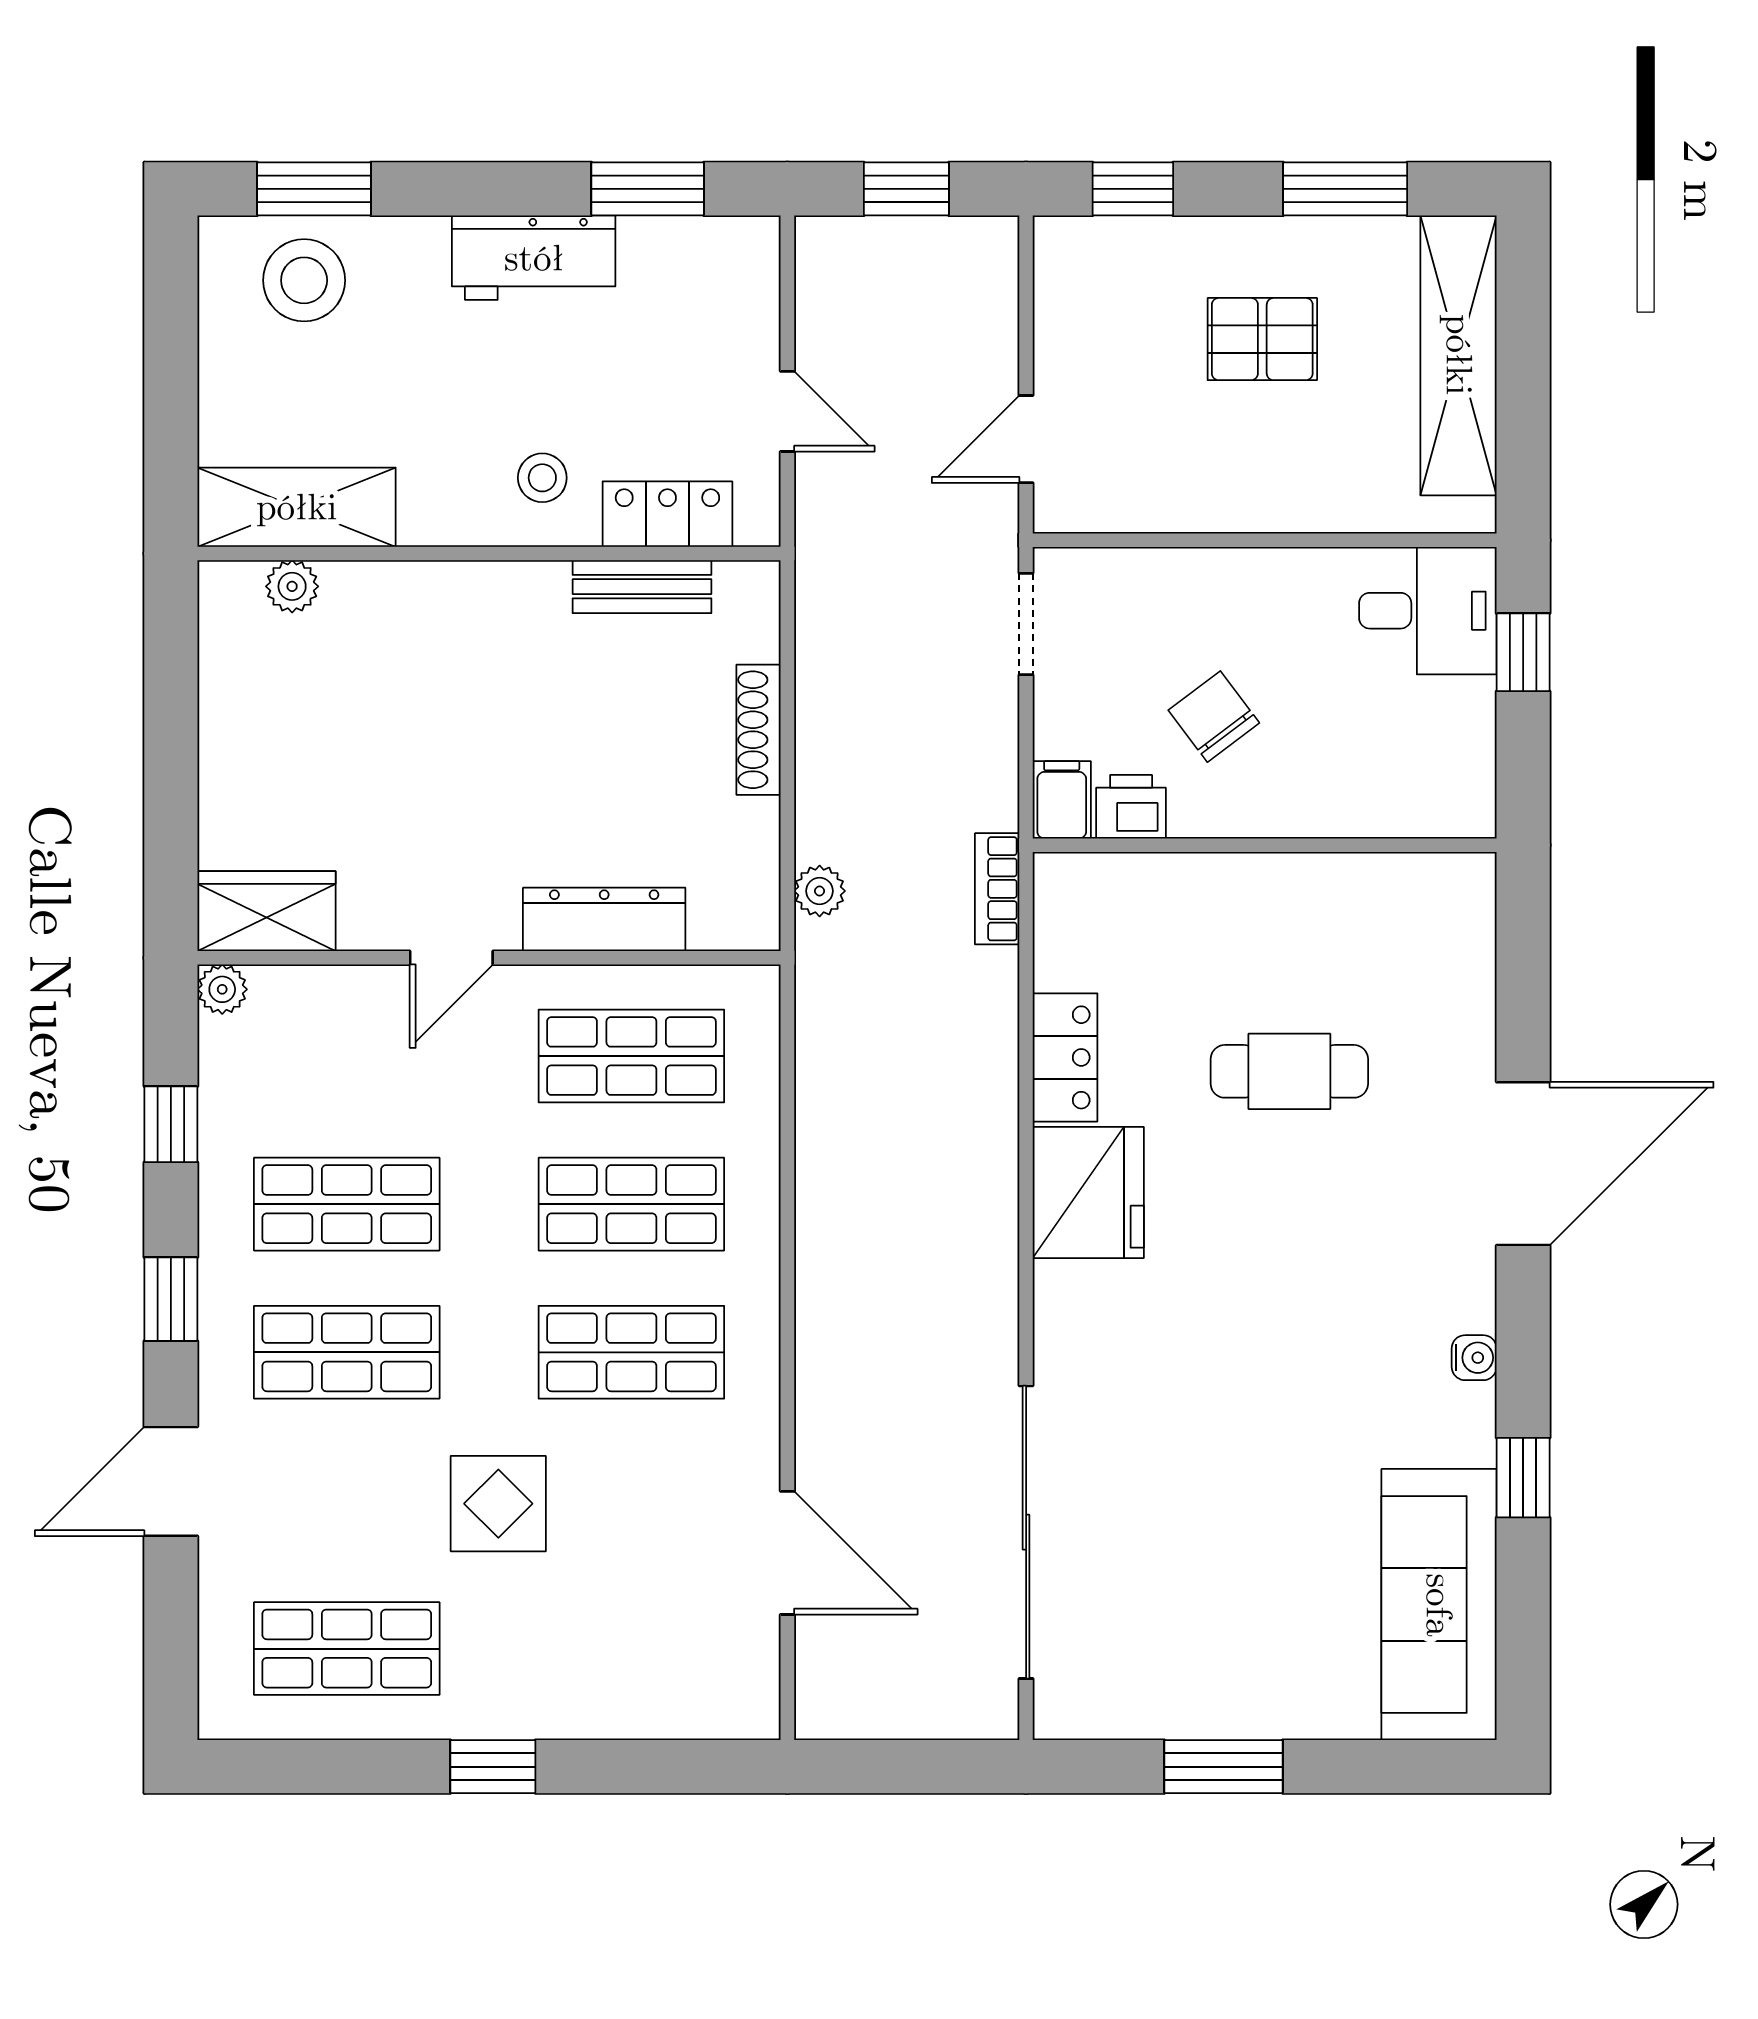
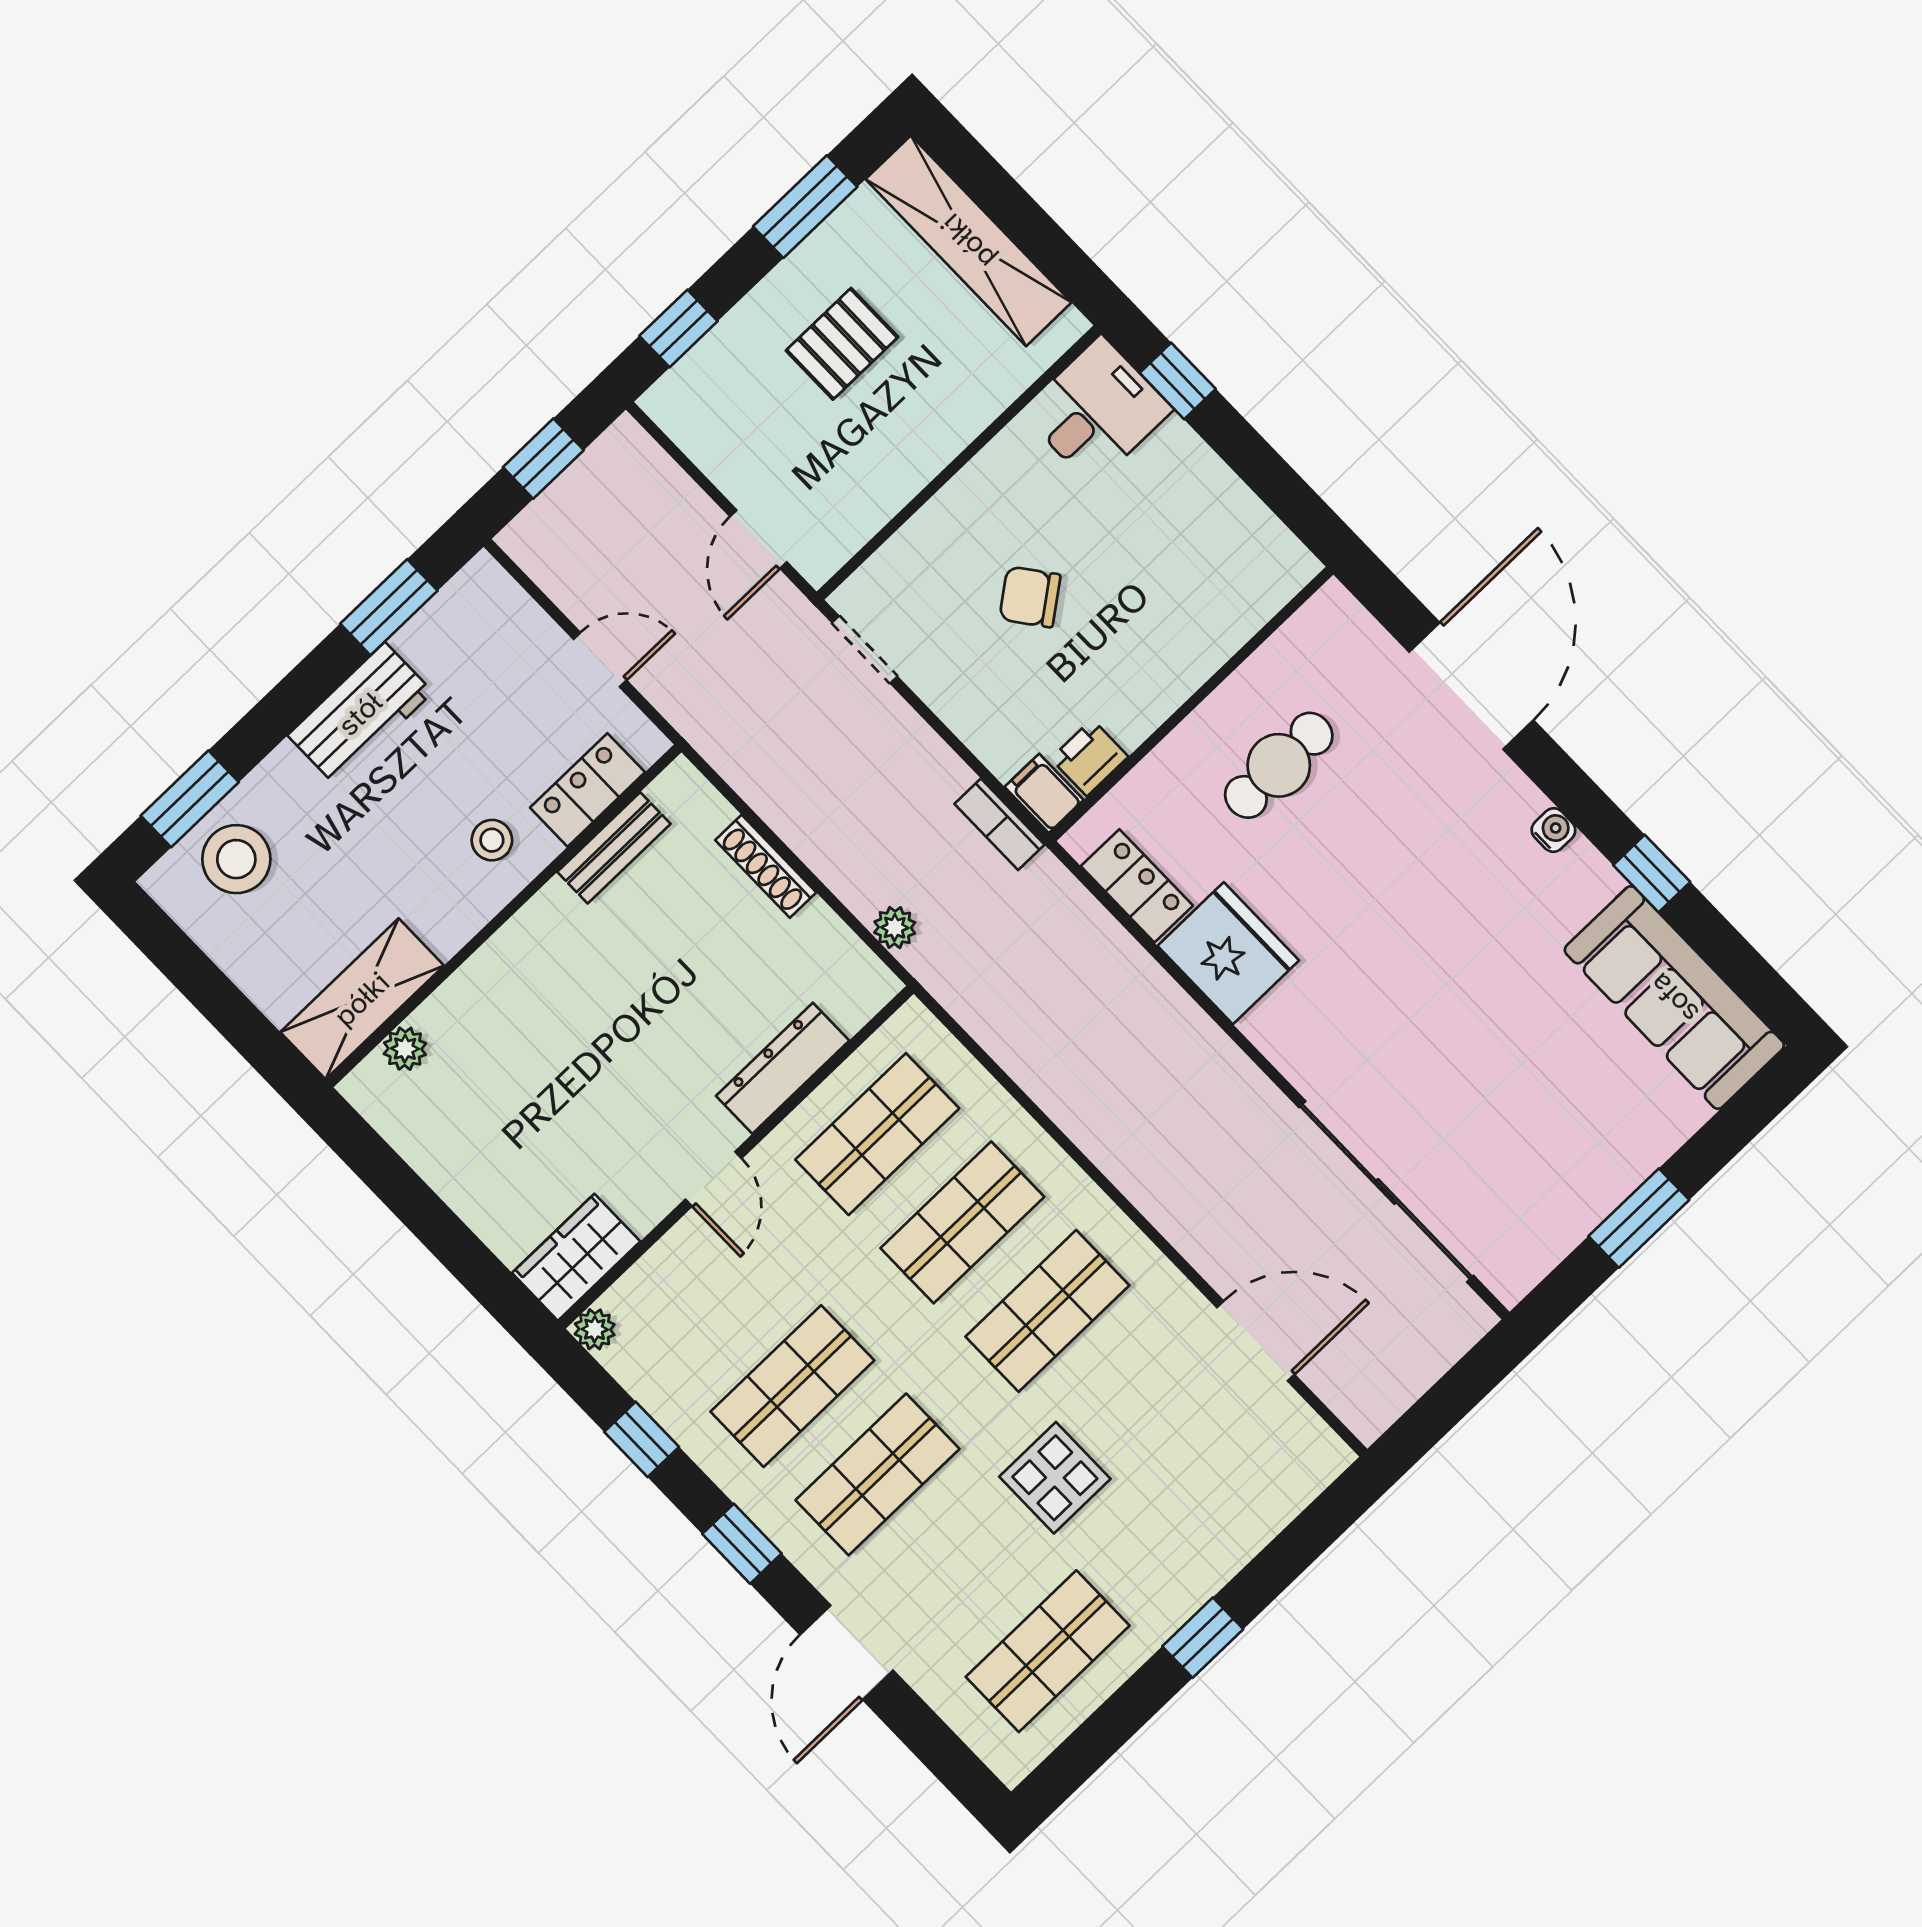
filing cabinet: (1062, 800) -> (1044, 793), moved
printer: (1131, 807) -> (1089, 758), moved
wall: (1265, 845) -> (1191, 704), moved

